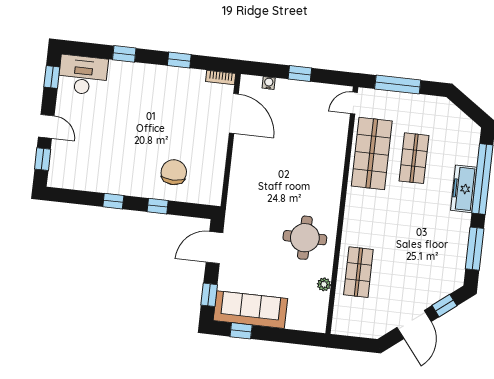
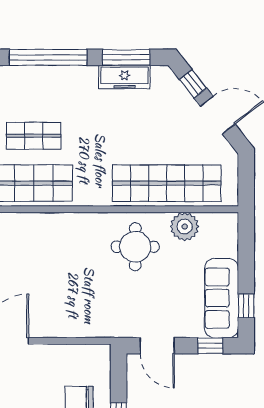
freezer: (464, 189) -> (124, 77), moved
shop shelf: (358, 272) -> (167, 183), width x2.00, depth x1.36
plant: (324, 284) -> (185, 226), width x1.88, depth x1.88

